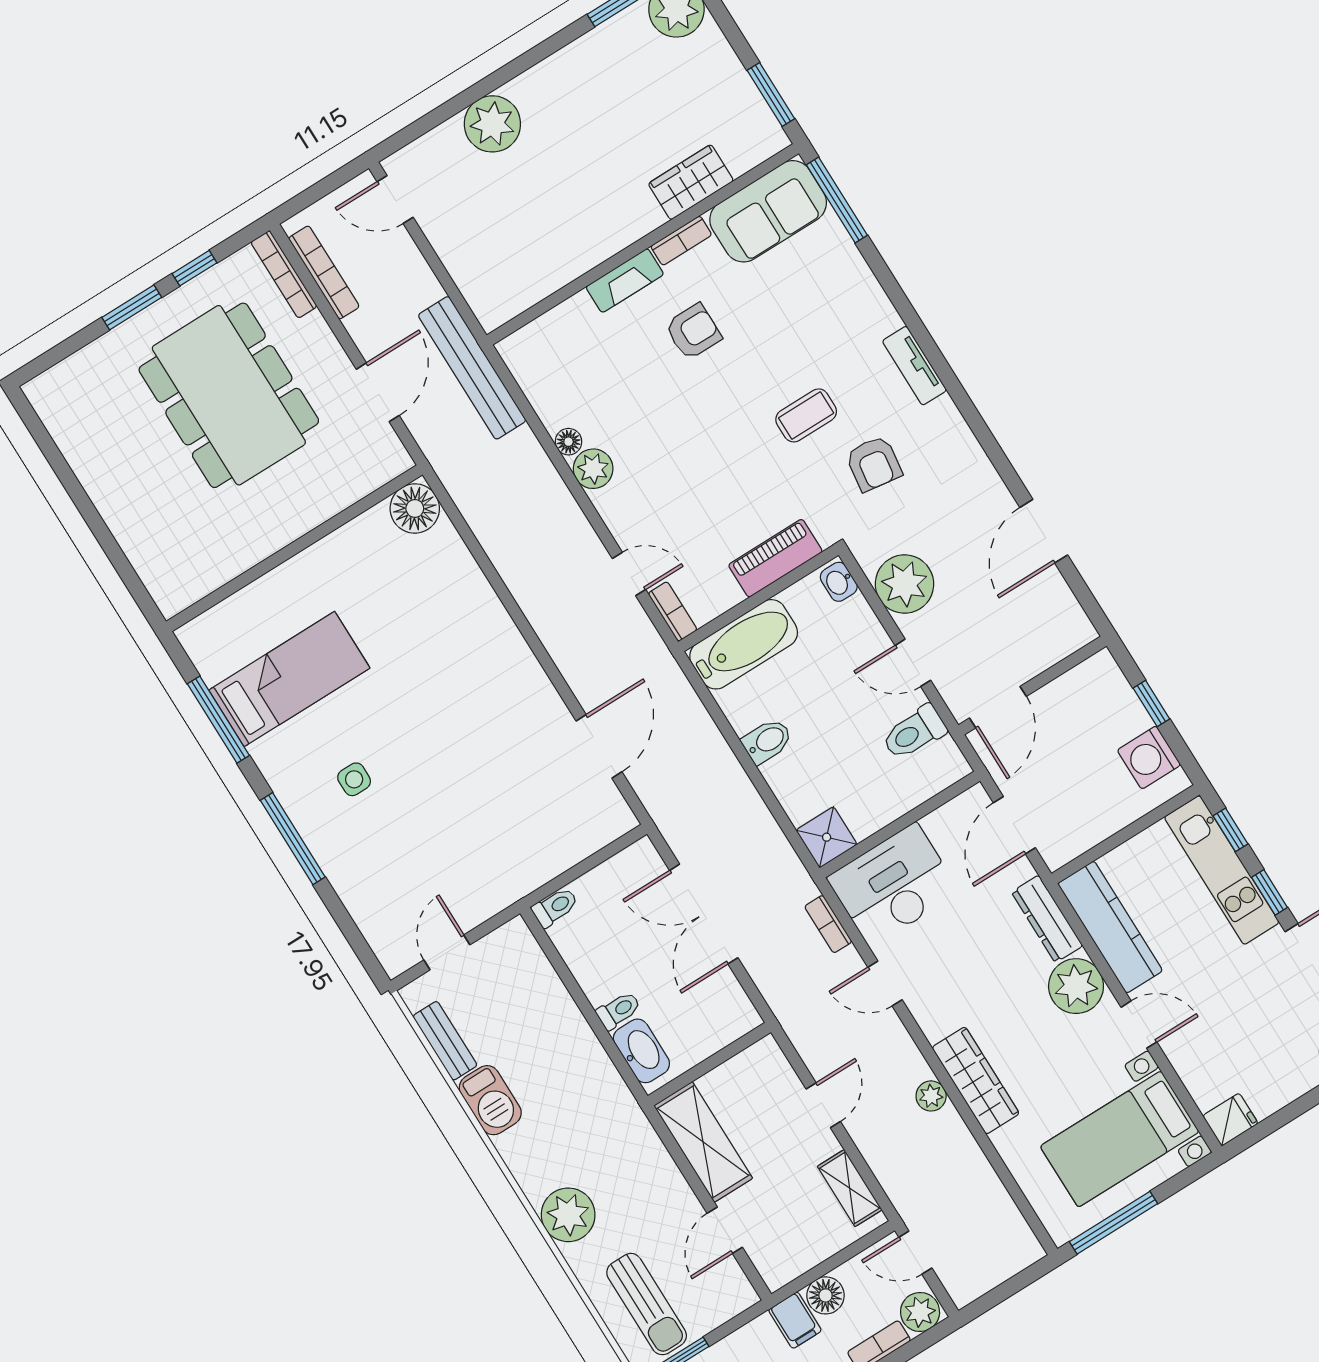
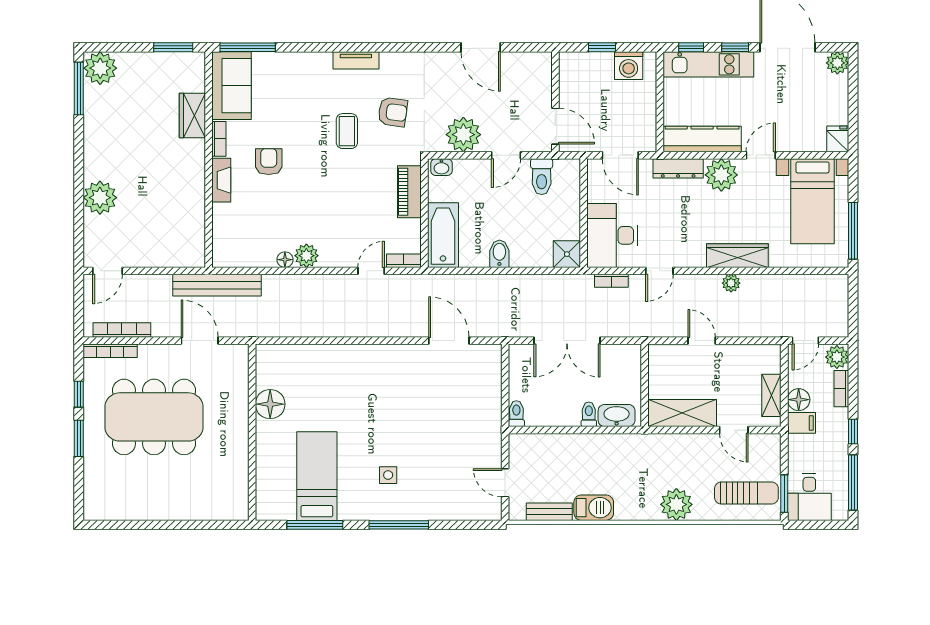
floor lamp: (415, 508) -> (270, 404), moved
shelving: (850, 1188) -> (771, 395), moved, turned 90

